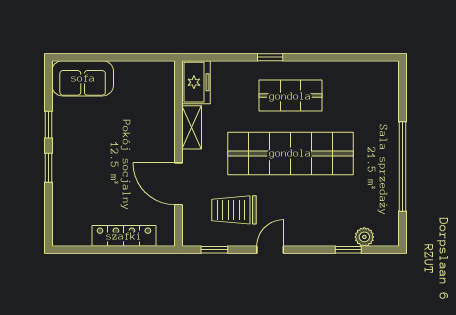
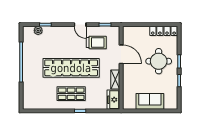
sofa: (83, 78) -> (150, 101), moved
round table: (94, 168) -> (159, 61), added
locker: (124, 236) -> (163, 31), moved
door: (270, 250) -> (80, 25), hinge flipped

